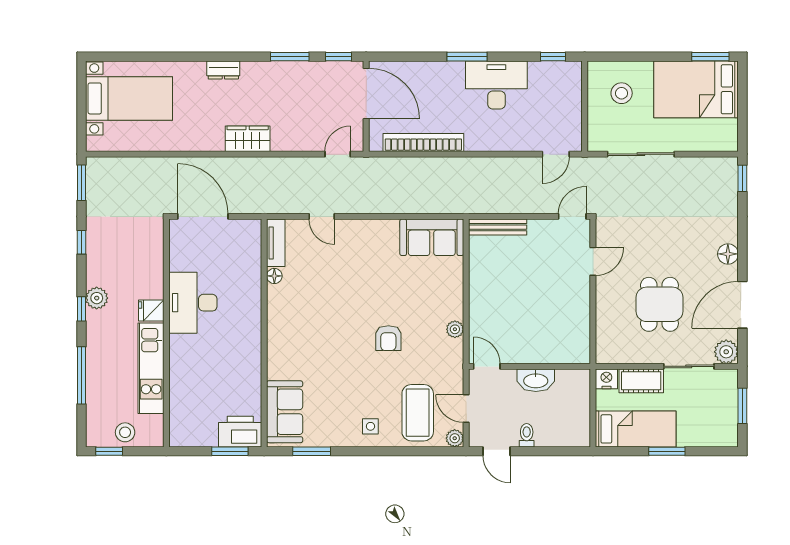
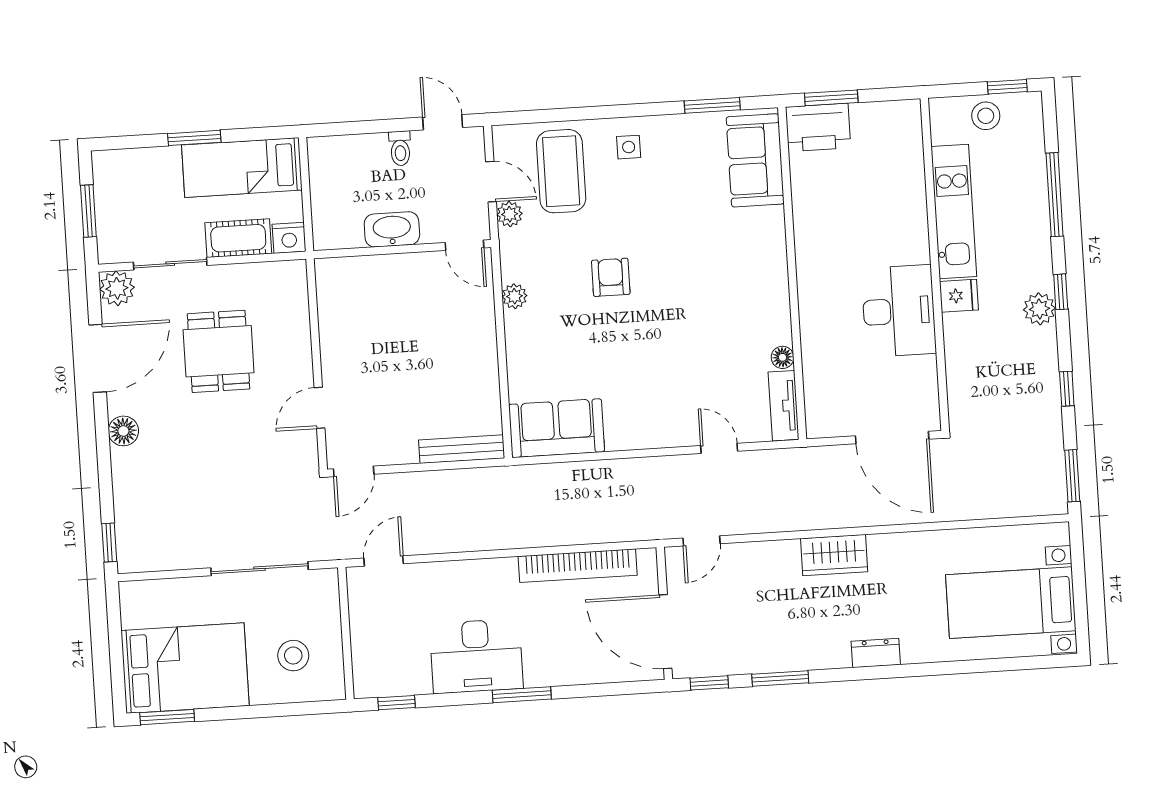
plant: (455, 438) -> (510, 214), moved

